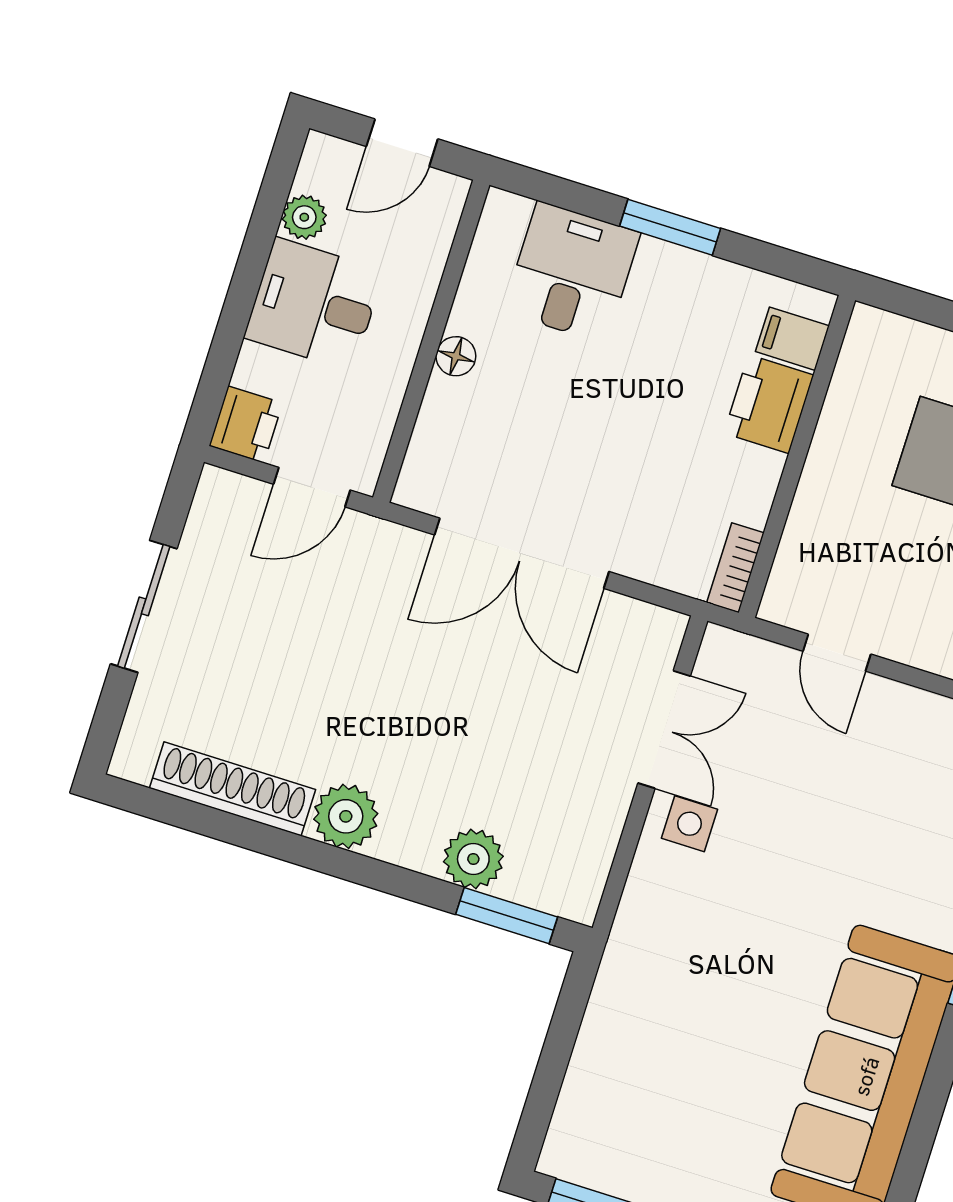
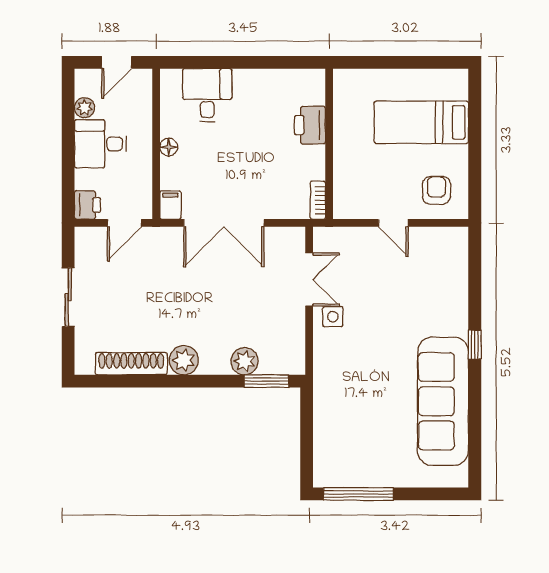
window: (670, 227) -> (243, 62), removed
filing cabinet: (792, 339) -> (170, 205), moved, turned 90
door: (837, 653) -> (393, 223), moved

